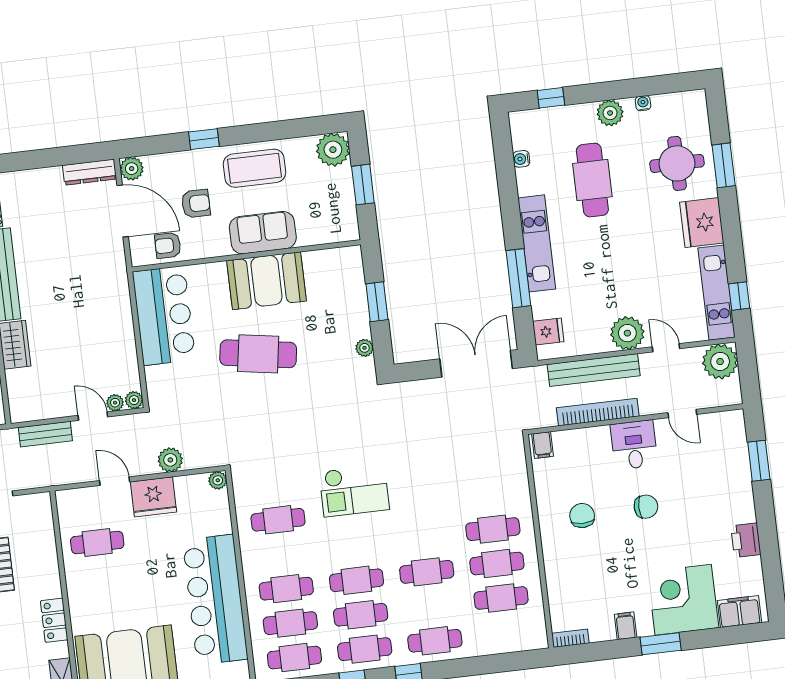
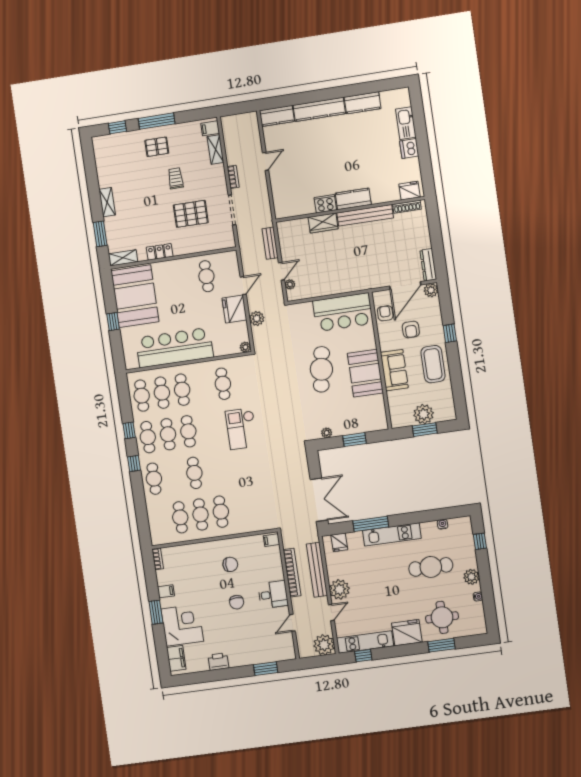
plant: (333, 150) -> (424, 414), moved
plant: (134, 400) -> (292, 296), removed

